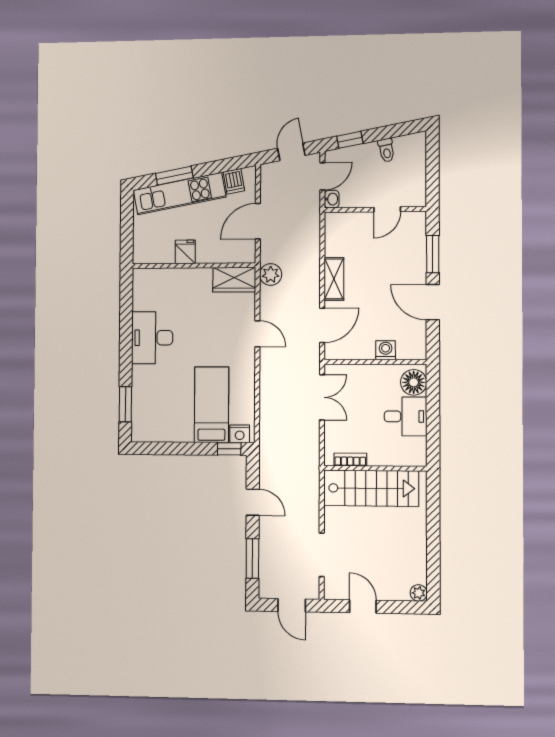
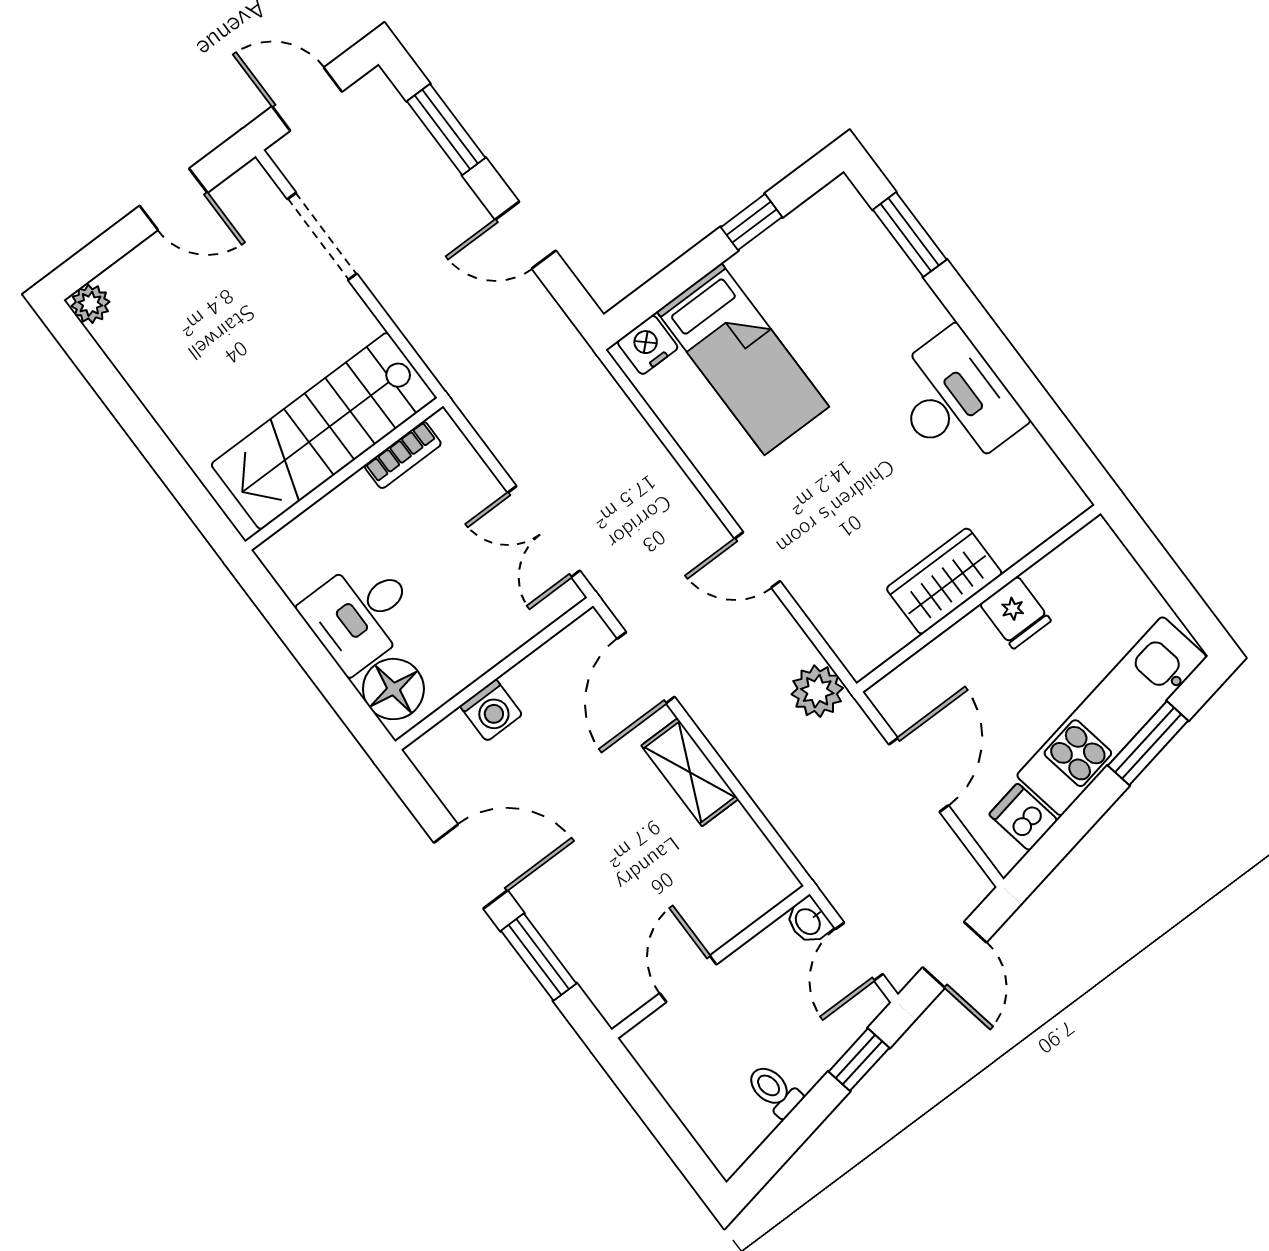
wardrobe: (234, 280) -> (944, 581), moved
window: (229, 449) -> (752, 222), moved

